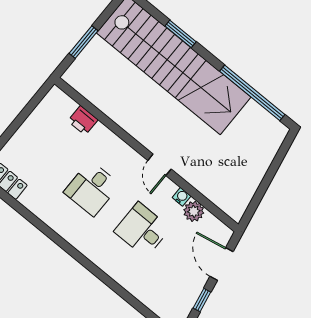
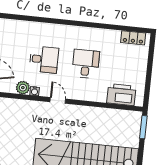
window: (83, 42) -> (143, 127), moved
printer: (83, 120) -> (121, 95), width x1.87, depth x1.48

